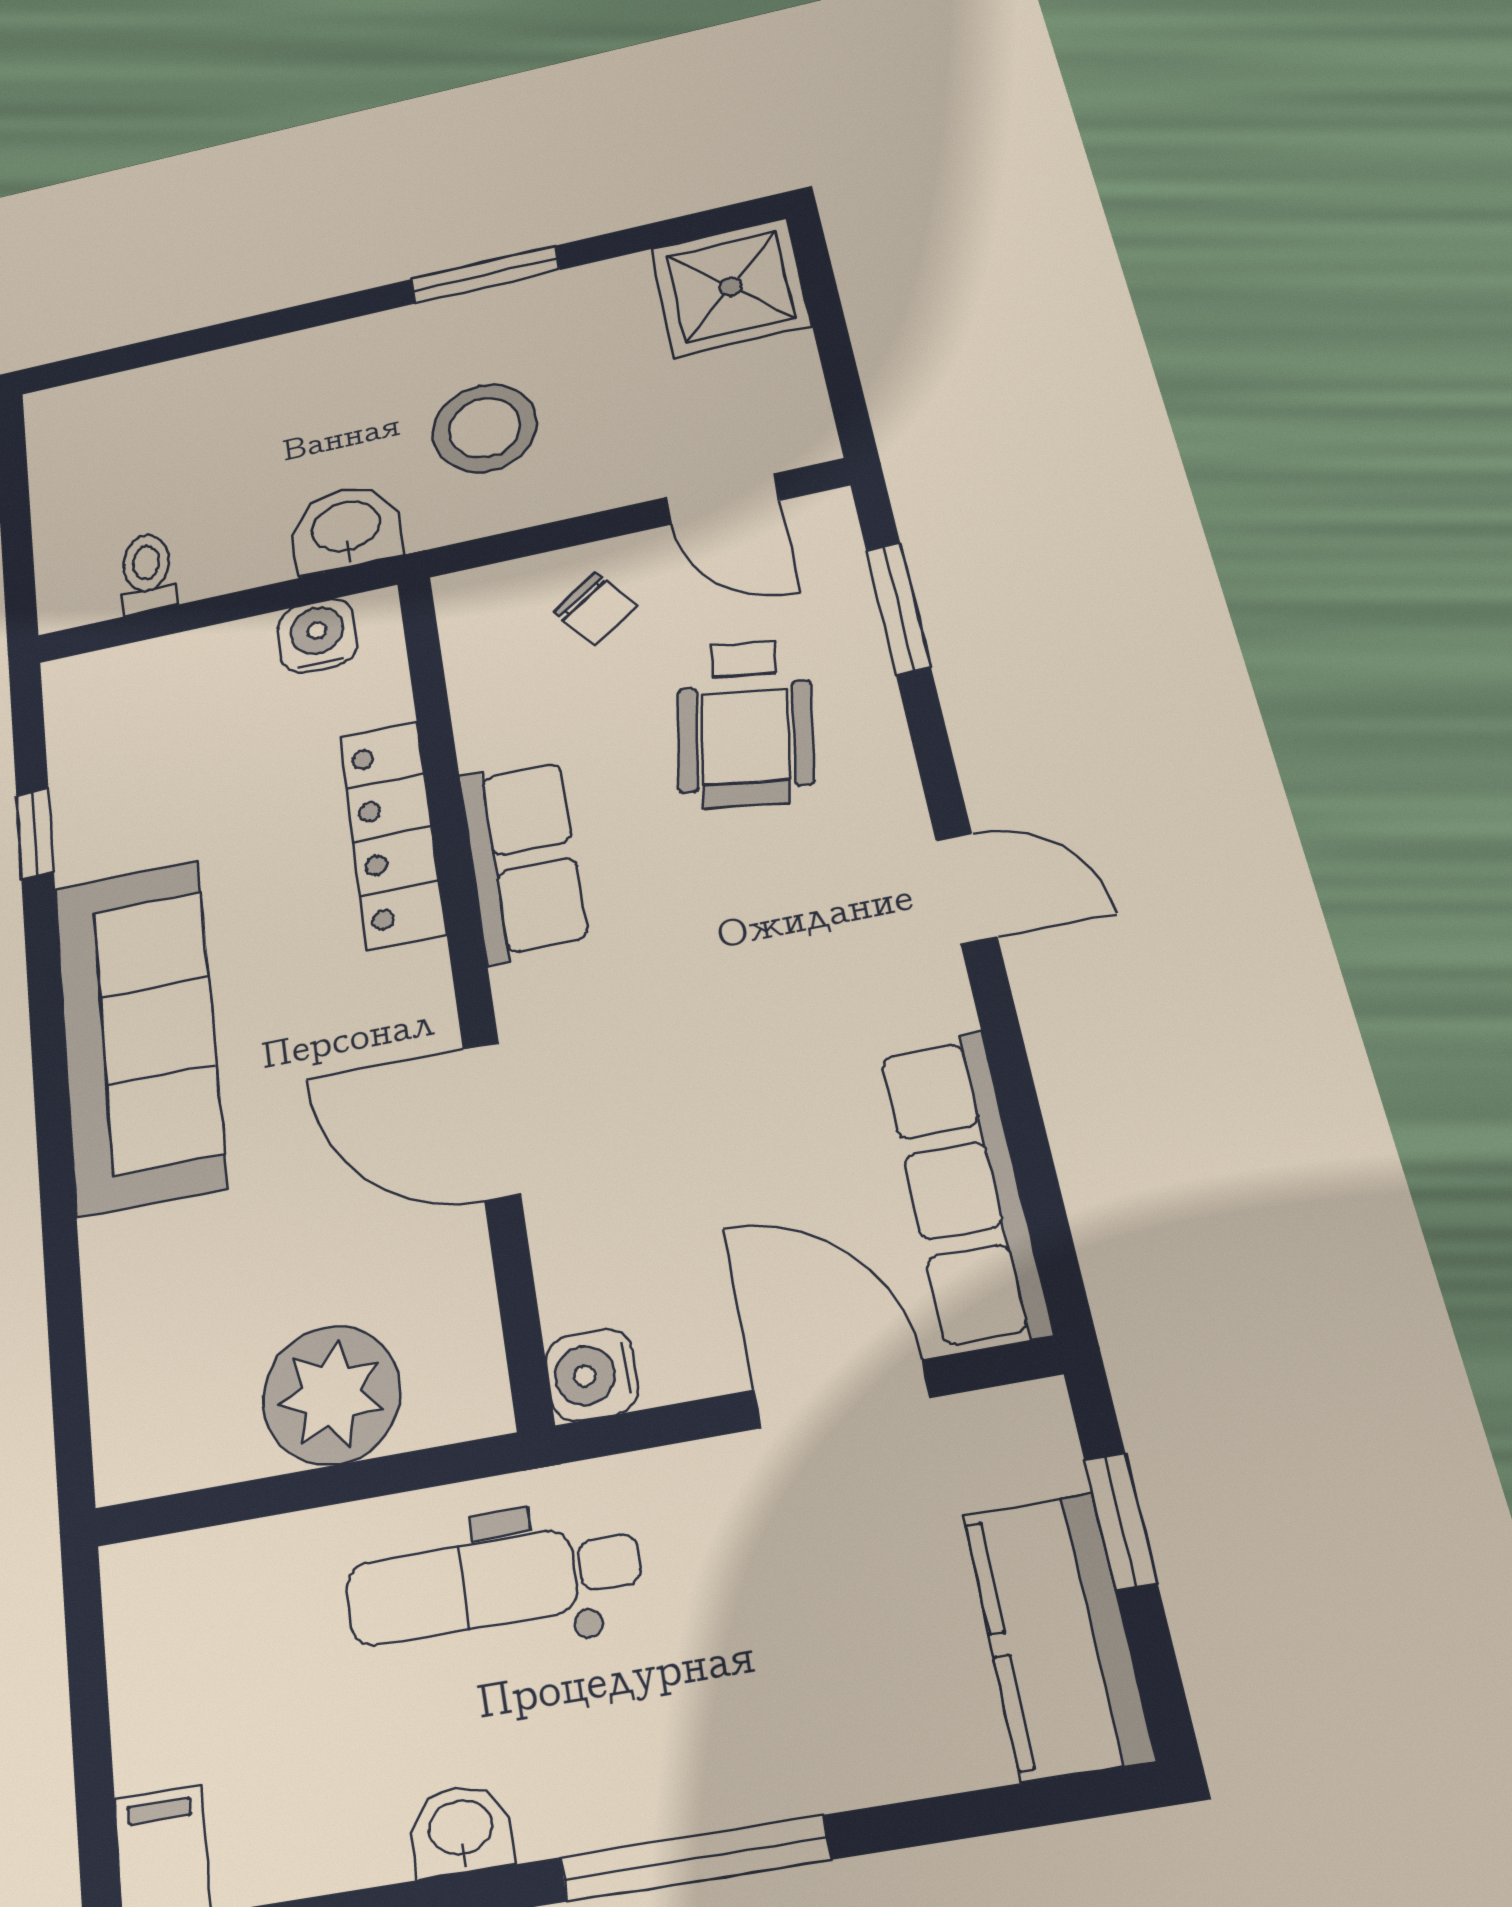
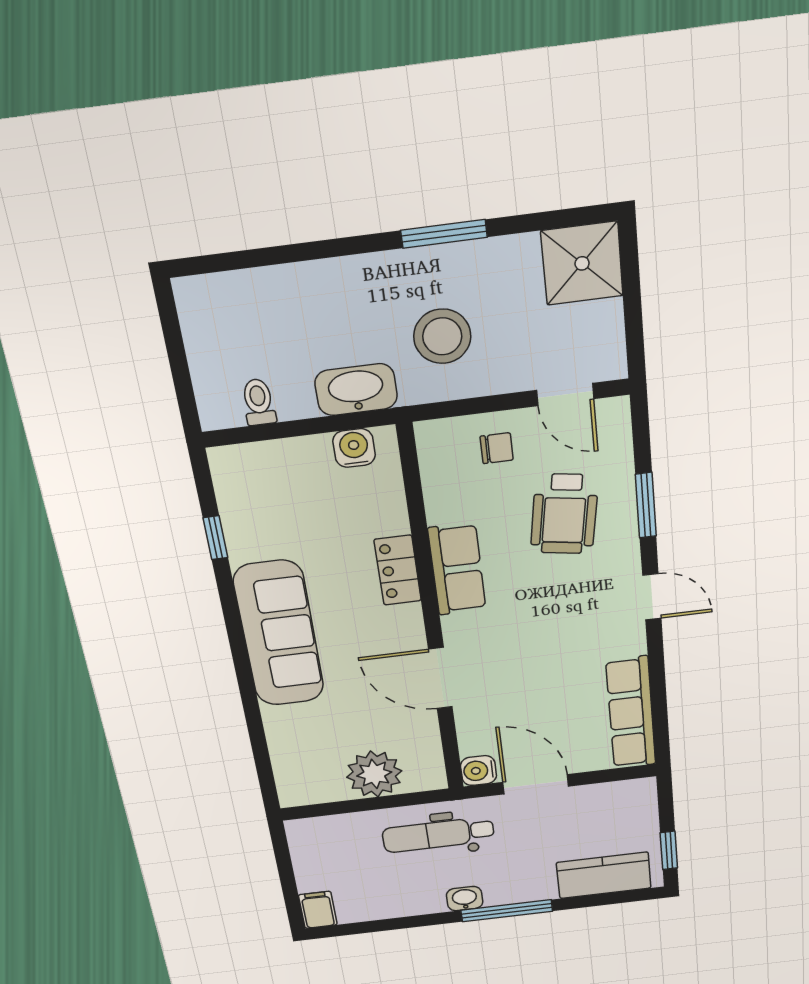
washbasin: (346, 528) -> (356, 390), width x1.38
window: (898, 608) -> (646, 505), moved
chair: (595, 609) -> (497, 448), turned -54
locker: (392, 834) -> (398, 570), width x0.66
door: (841, 1394) -> (536, 784), moved
window: (1121, 1521) -> (669, 850), moved
kitchen counter: (1057, 1635) -> (604, 875), moved, turned 90
washbasin: (461, 1830) -> (465, 899), moved

